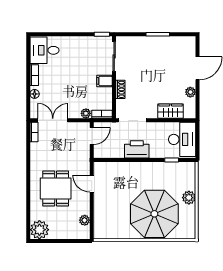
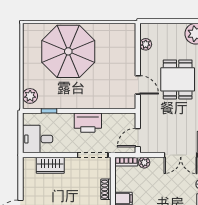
plant: (190, 92) -> (28, 186), removed
desk: (182, 139) -> (38, 139), width x0.73
plant: (189, 198) -> (30, 96), moved

